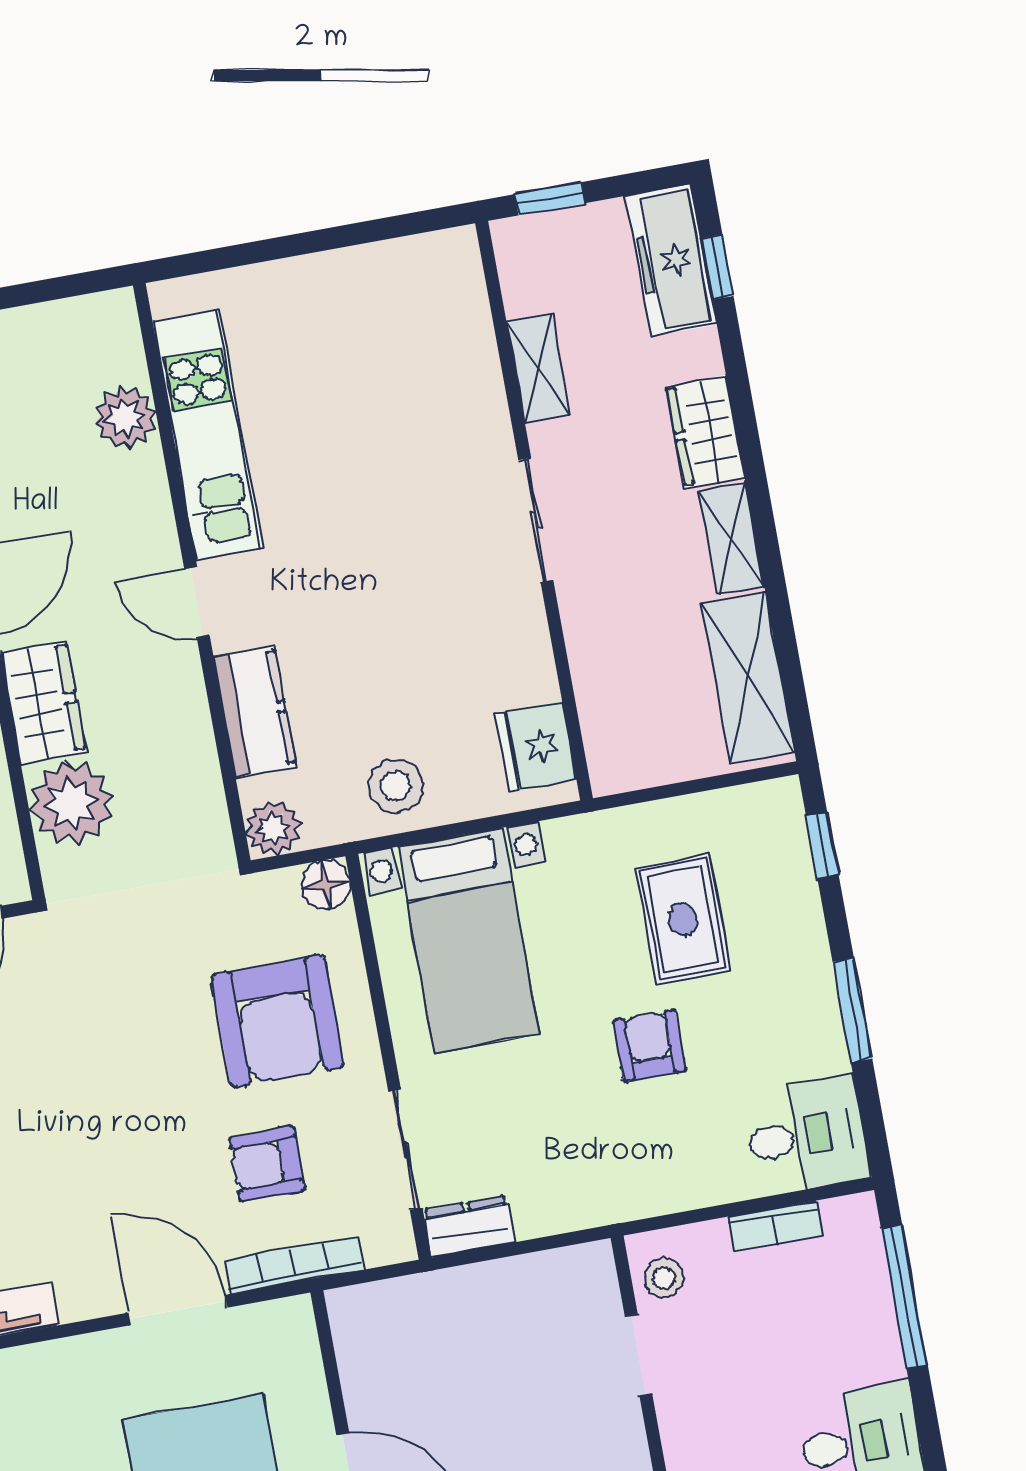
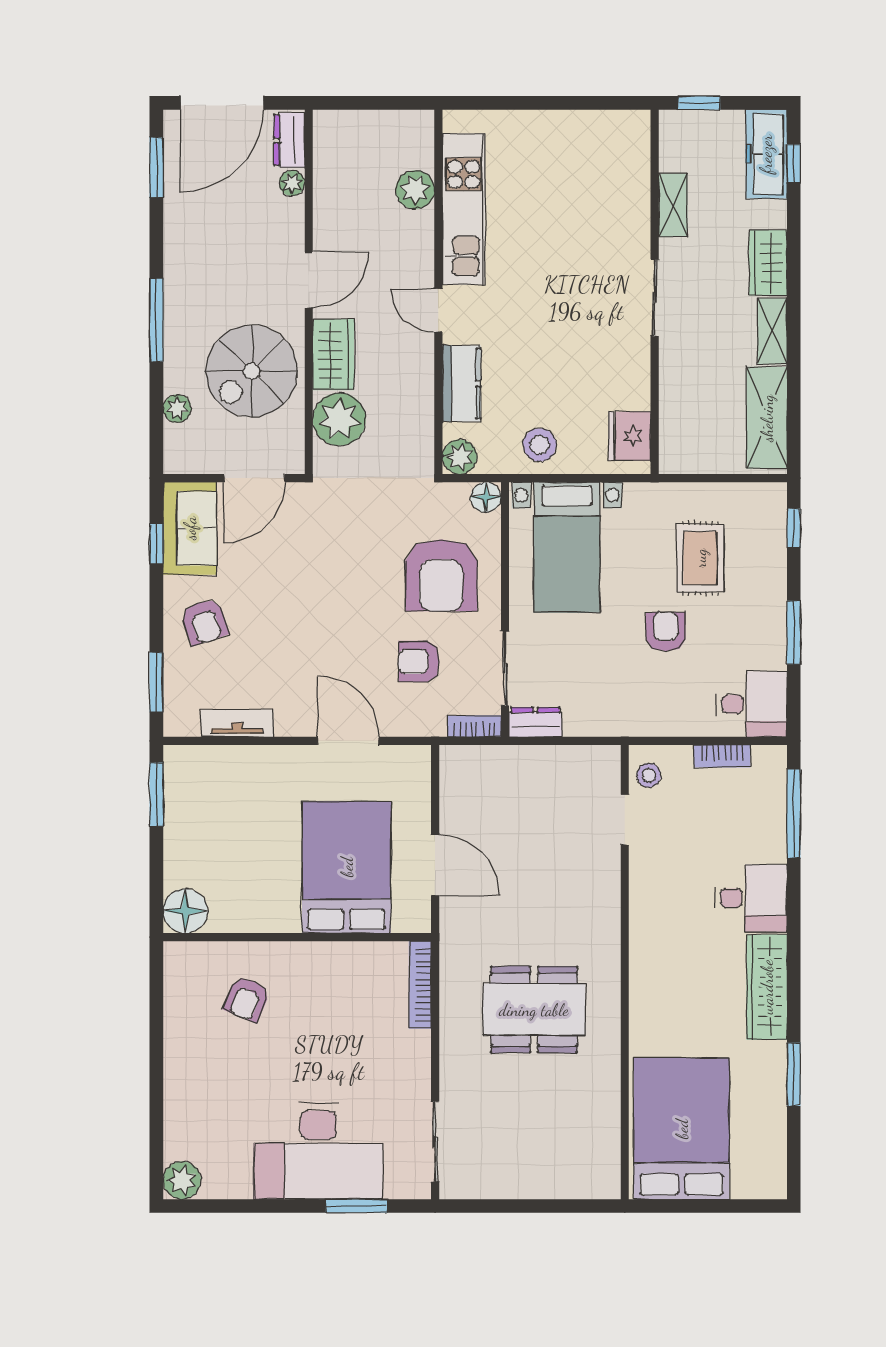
bookcase: (294, 1265) -> (474, 726), moved, width x0.64

